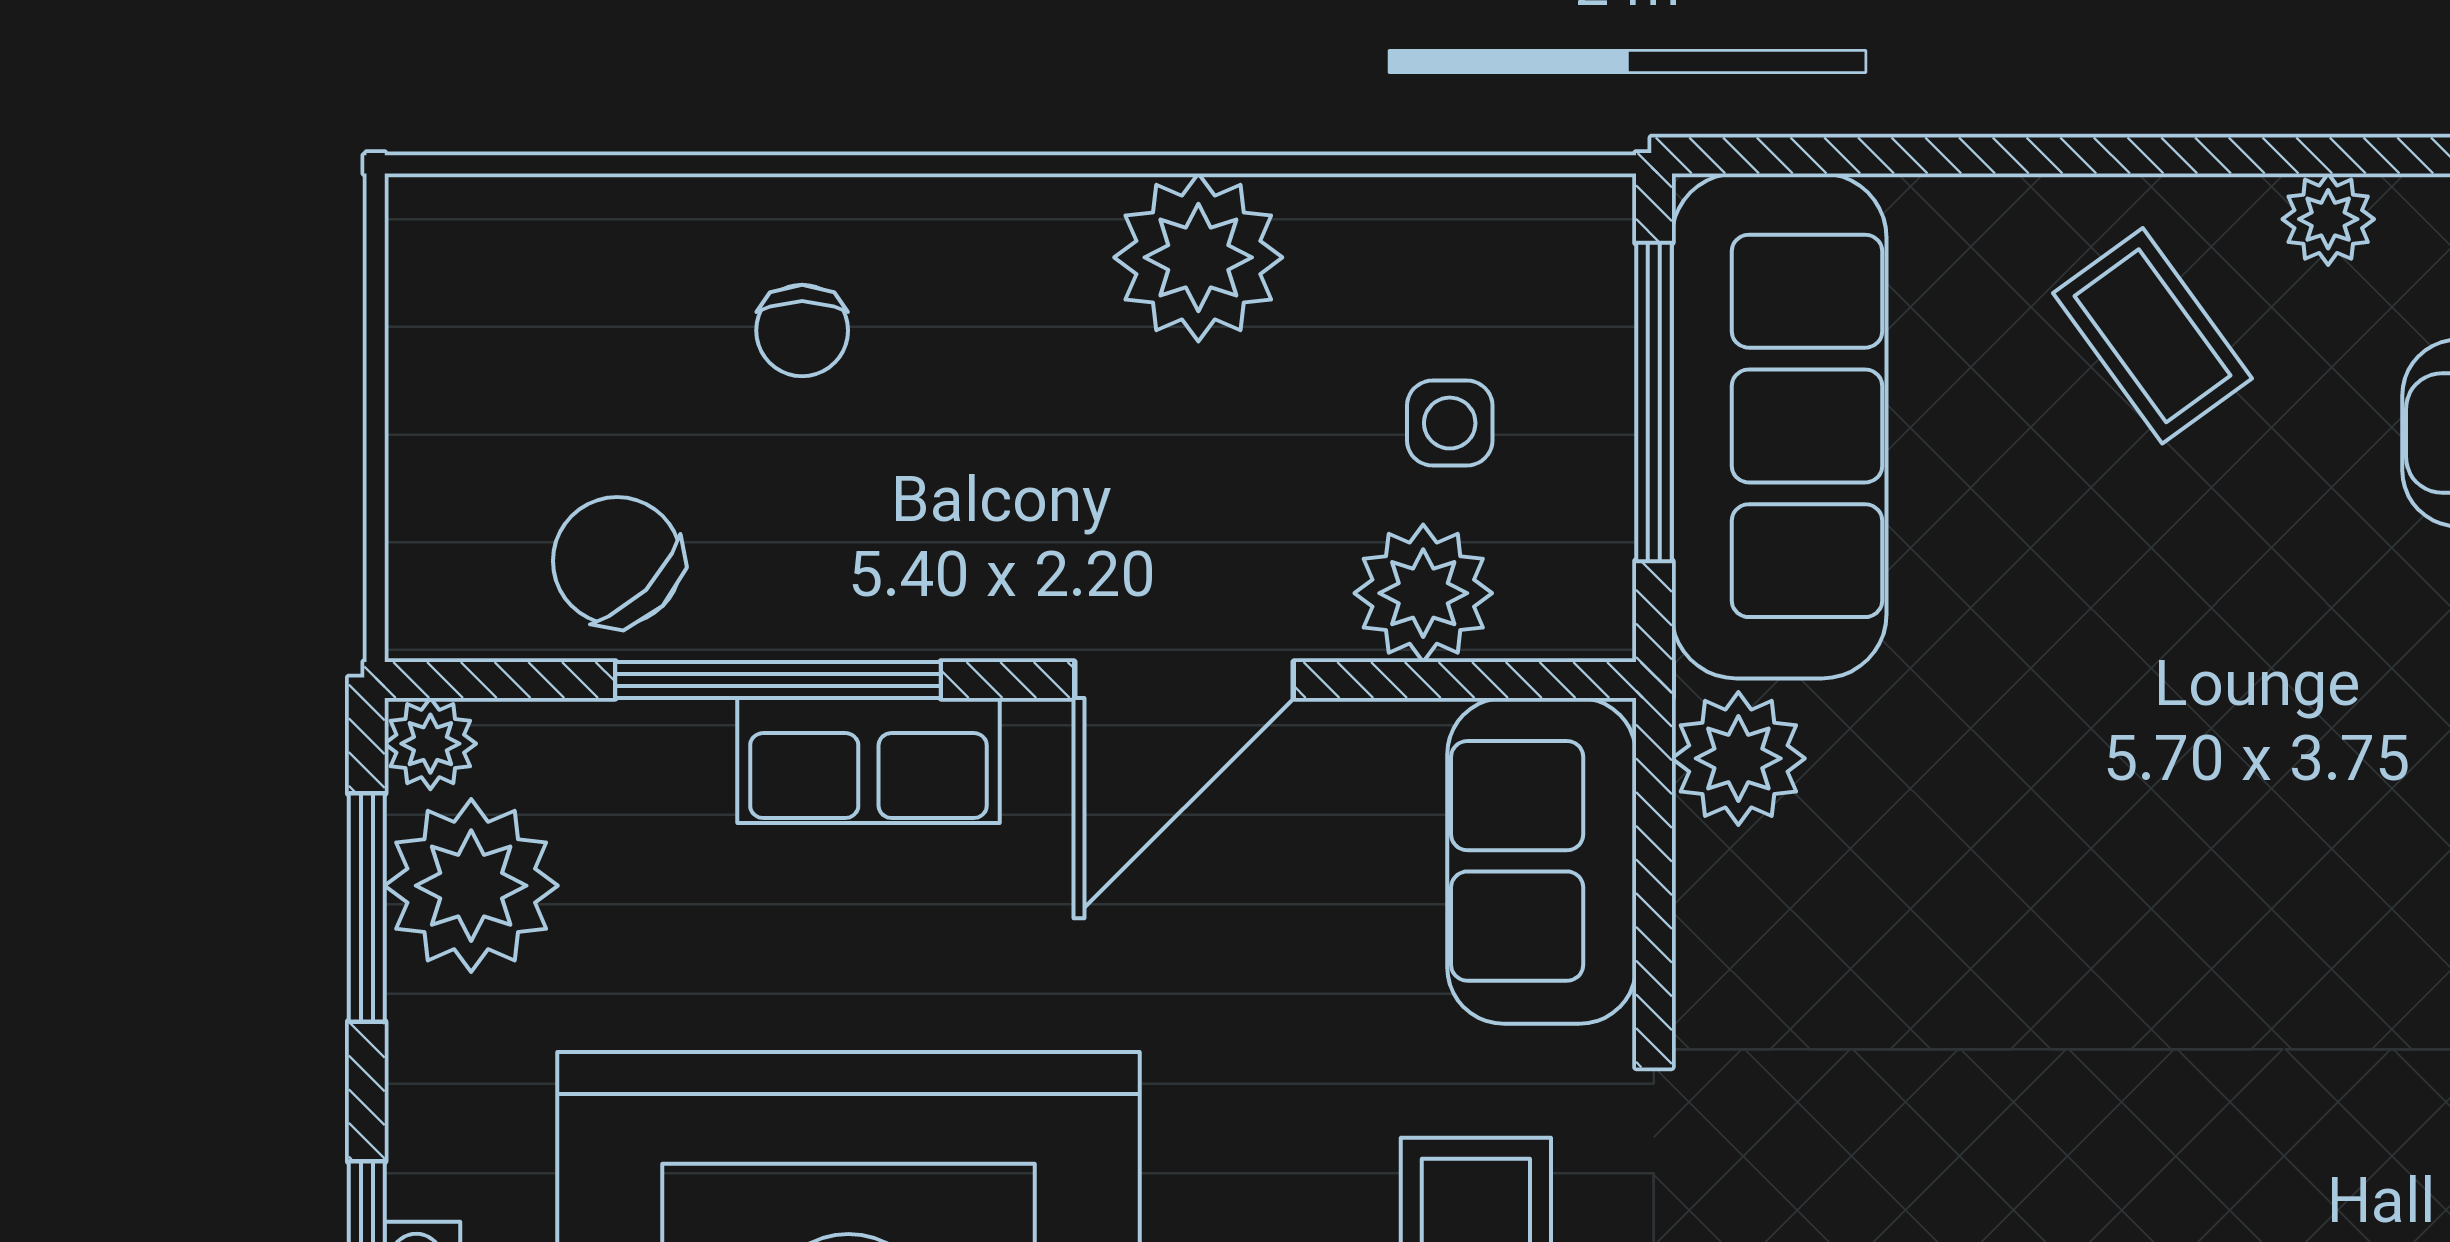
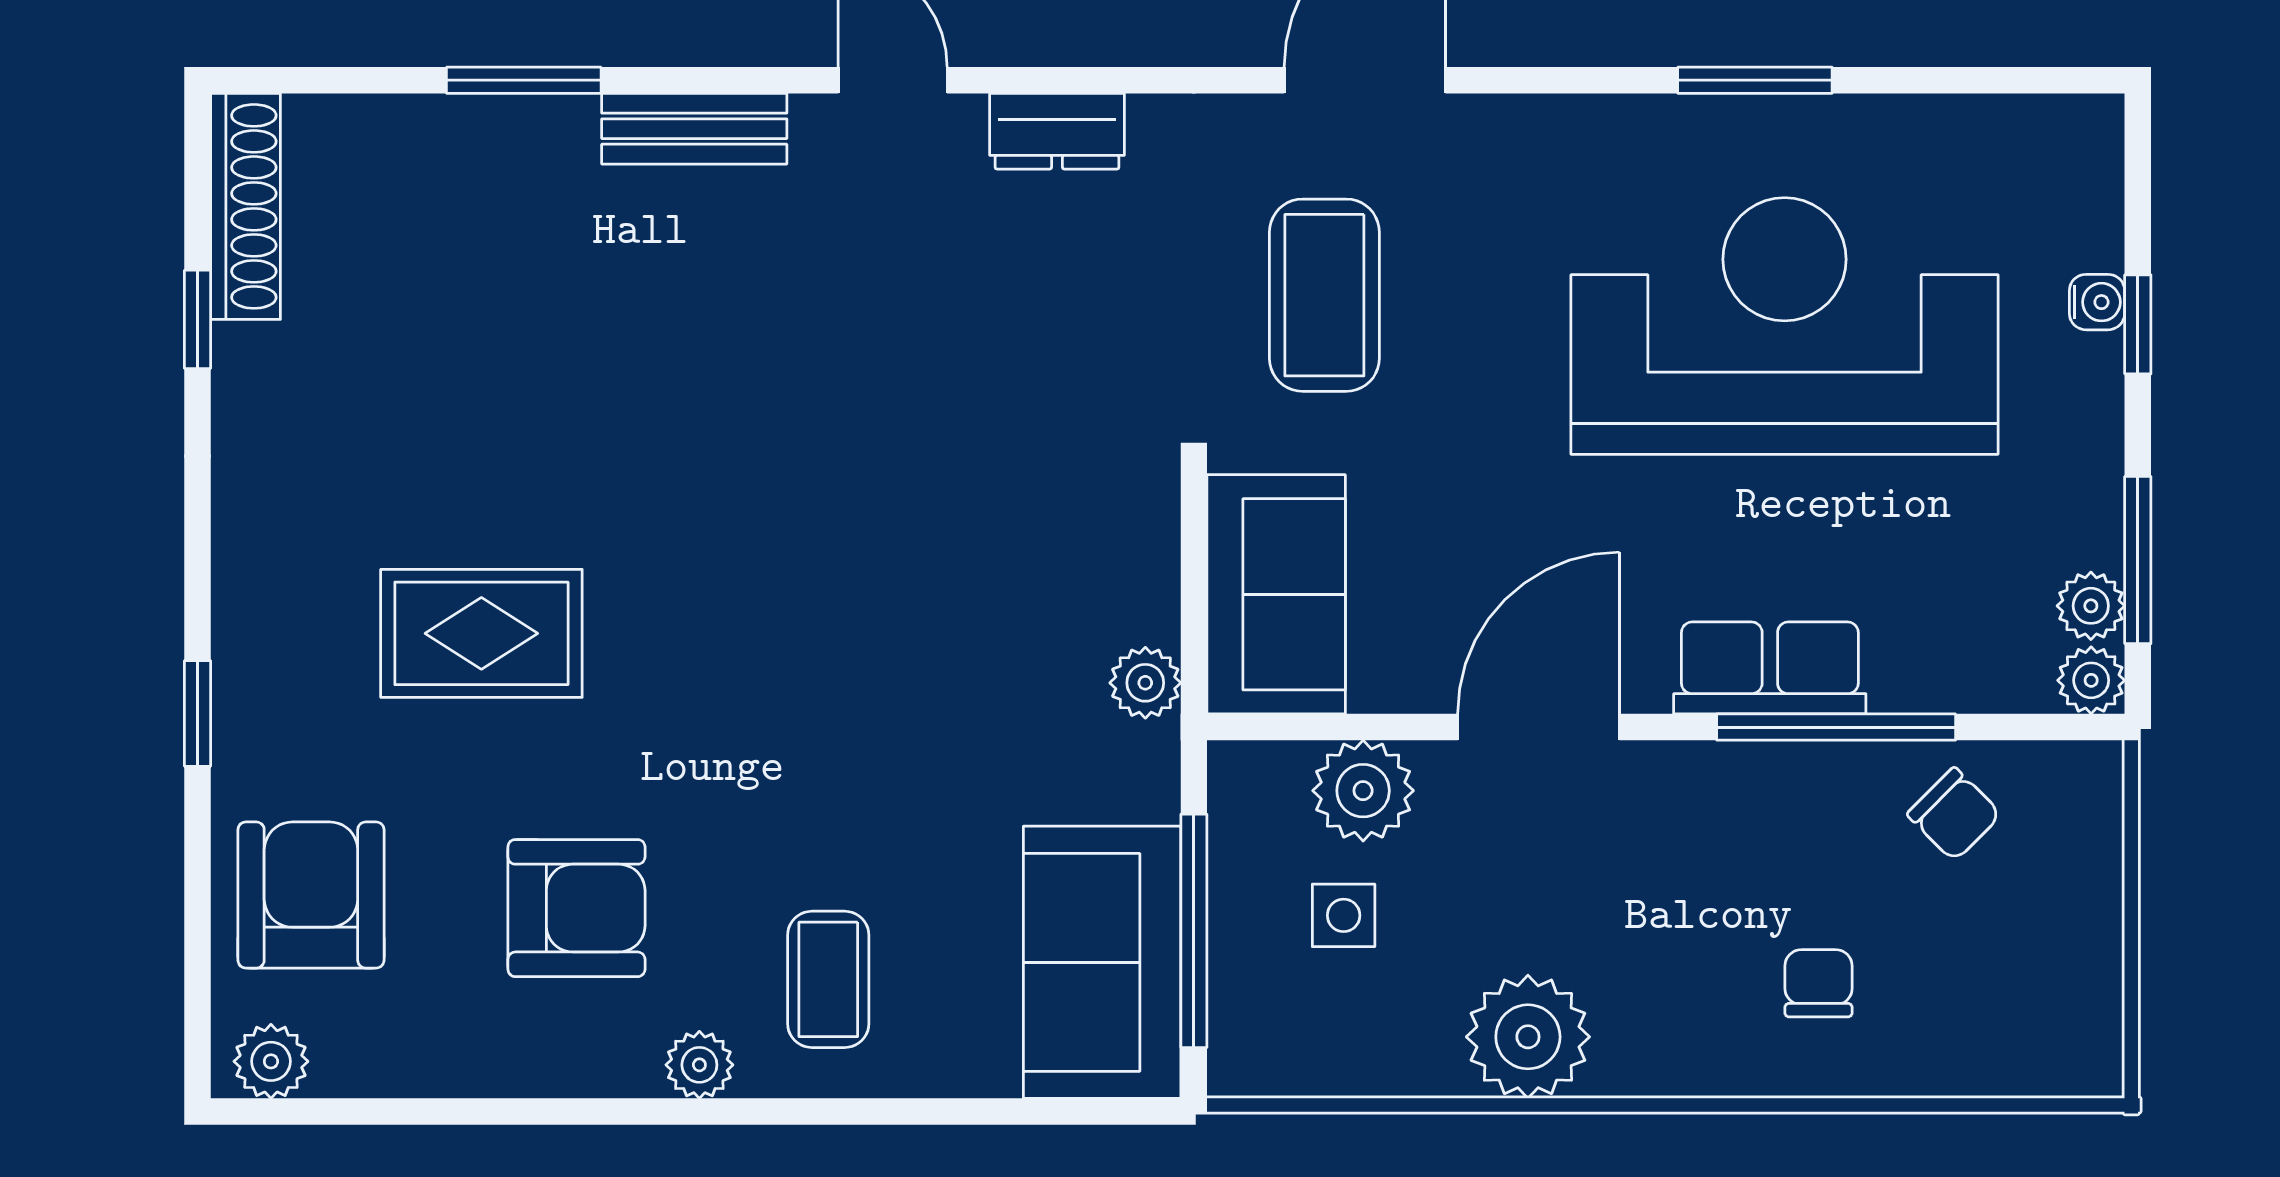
coffee table: (2153, 336) -> (828, 979), turned 36
sofa: (1779, 426) -> (1102, 962), width x0.73
chair: (617, 561) -> (1954, 814), width x0.73, depth x0.73
plant: (1738, 758) -> (1145, 683), width x0.73, depth x0.73
plant: (471, 886) -> (2091, 606), width x0.53, depth x0.53

